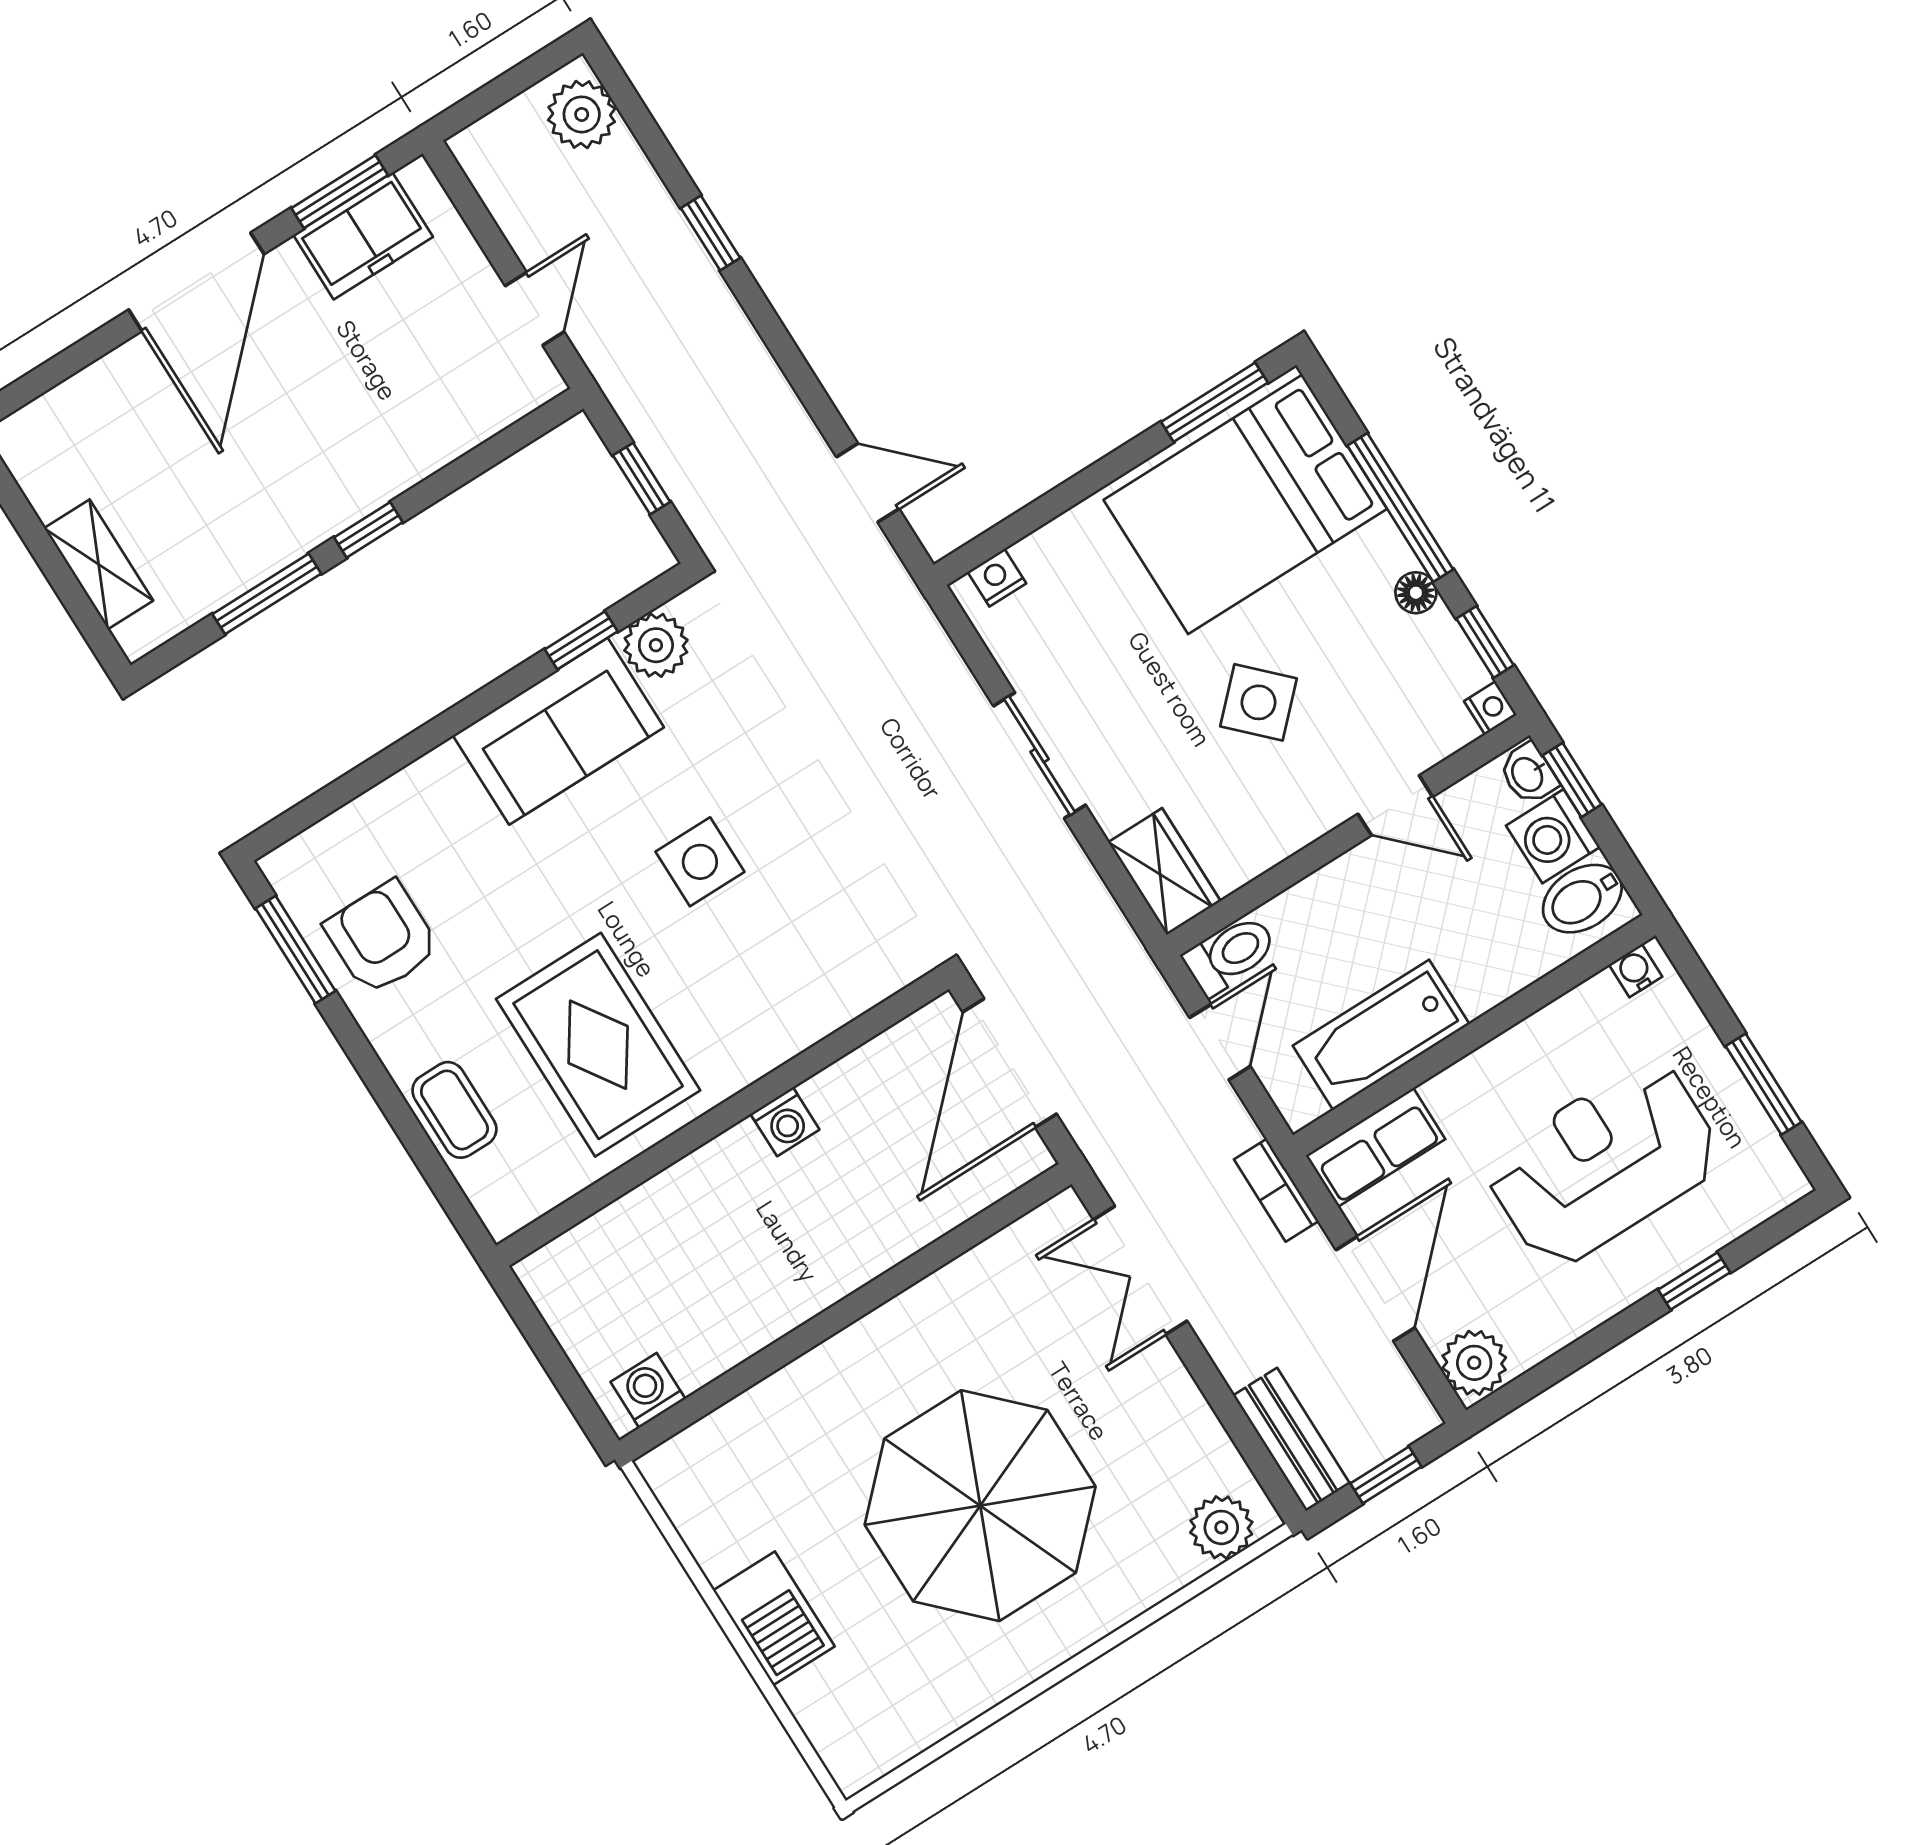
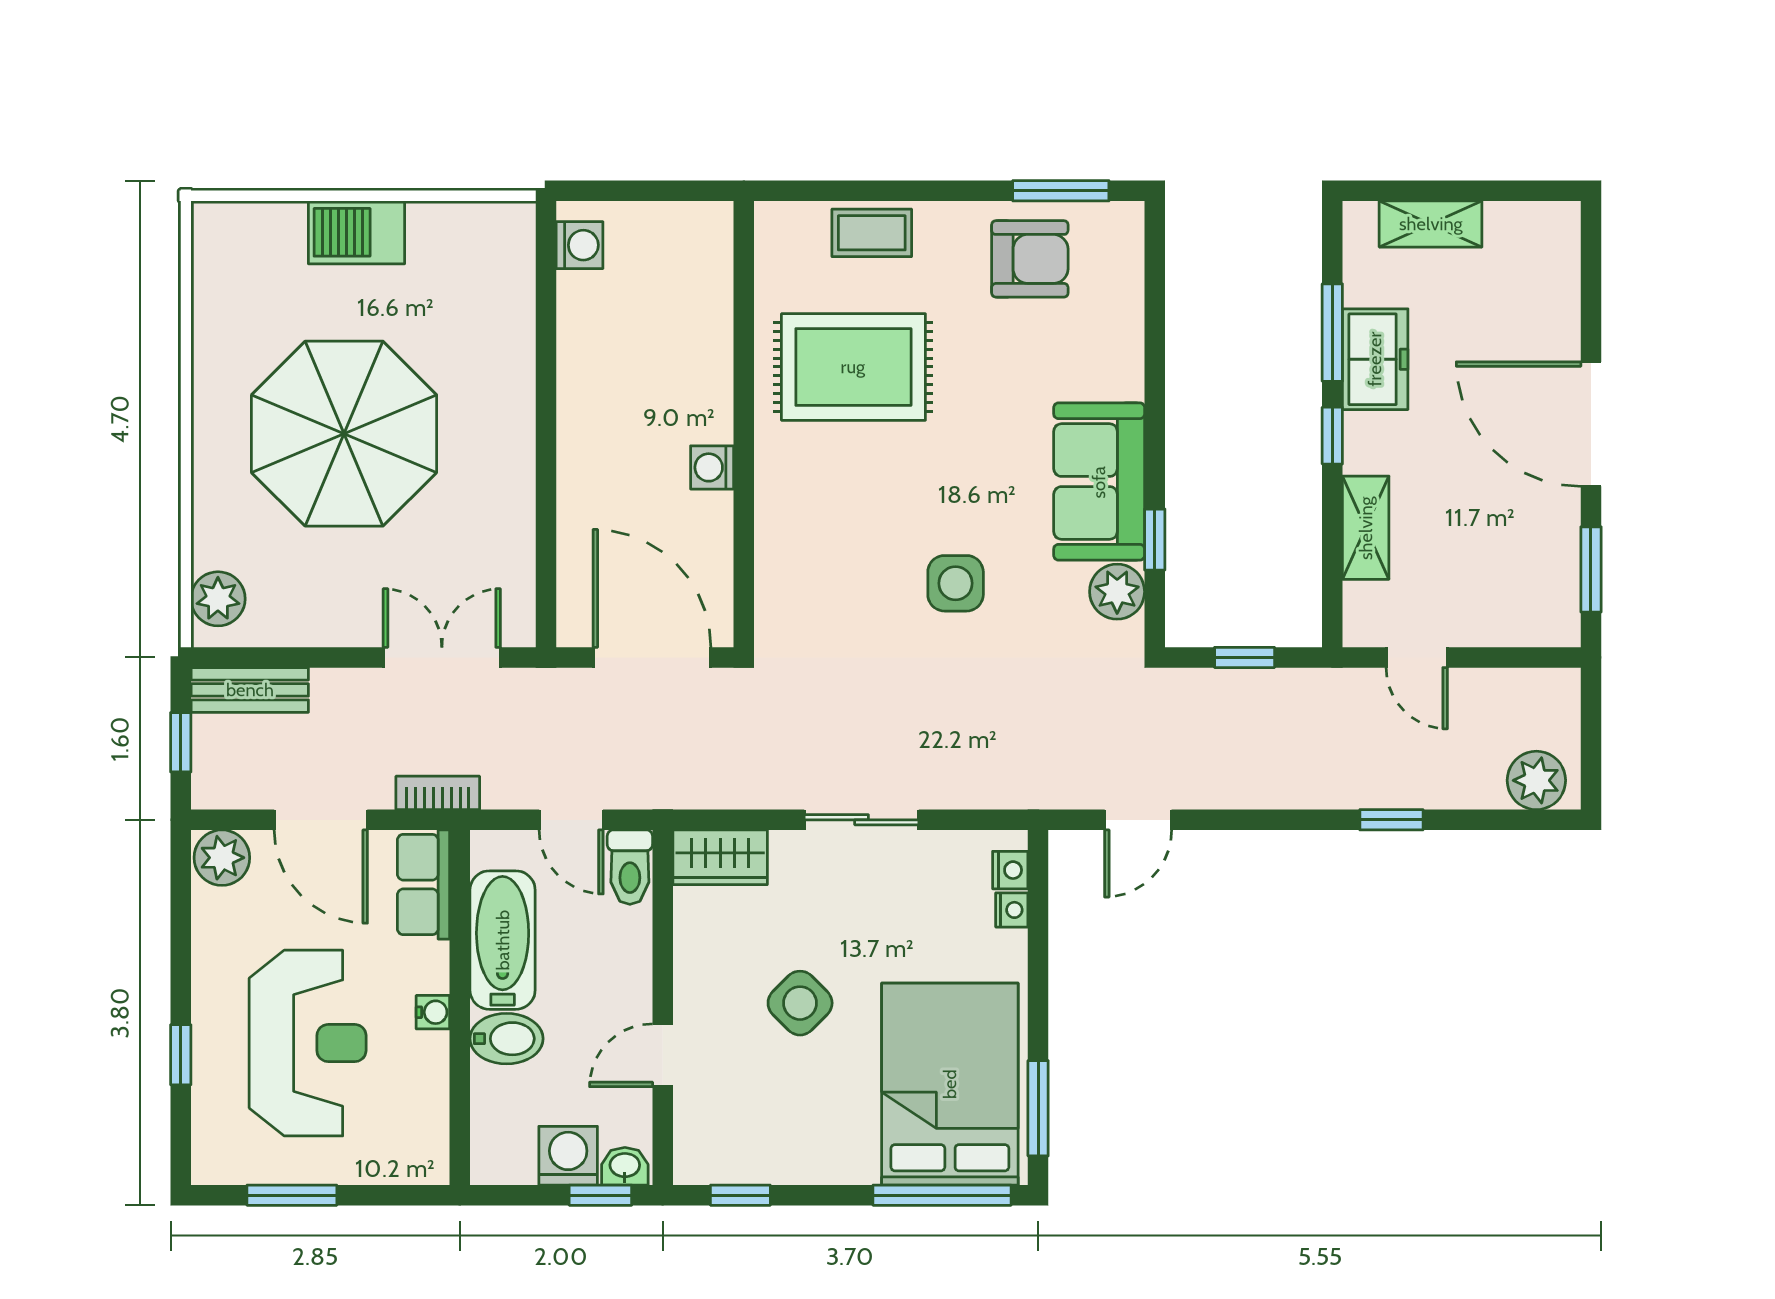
freezer: (363, 236) -> (1375, 359), moved, turned 180
shelving: (438, 440) -> (1366, 528), added
window: (1400, 507) -> (942, 1195), moved
floor lamp: (1416, 593) -> (808, 1167), removed
nightstand: (1490, 708) -> (1012, 910), moved, turned -90
side table: (700, 862) -> (956, 583), moved
bidet: (1582, 899) -> (506, 1039), moved, turned 90
water cooler: (1636, 971) -> (433, 1012), moved

